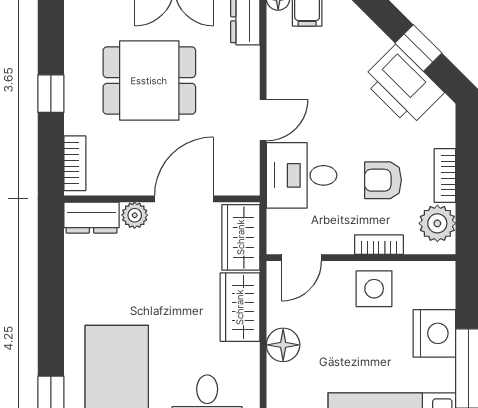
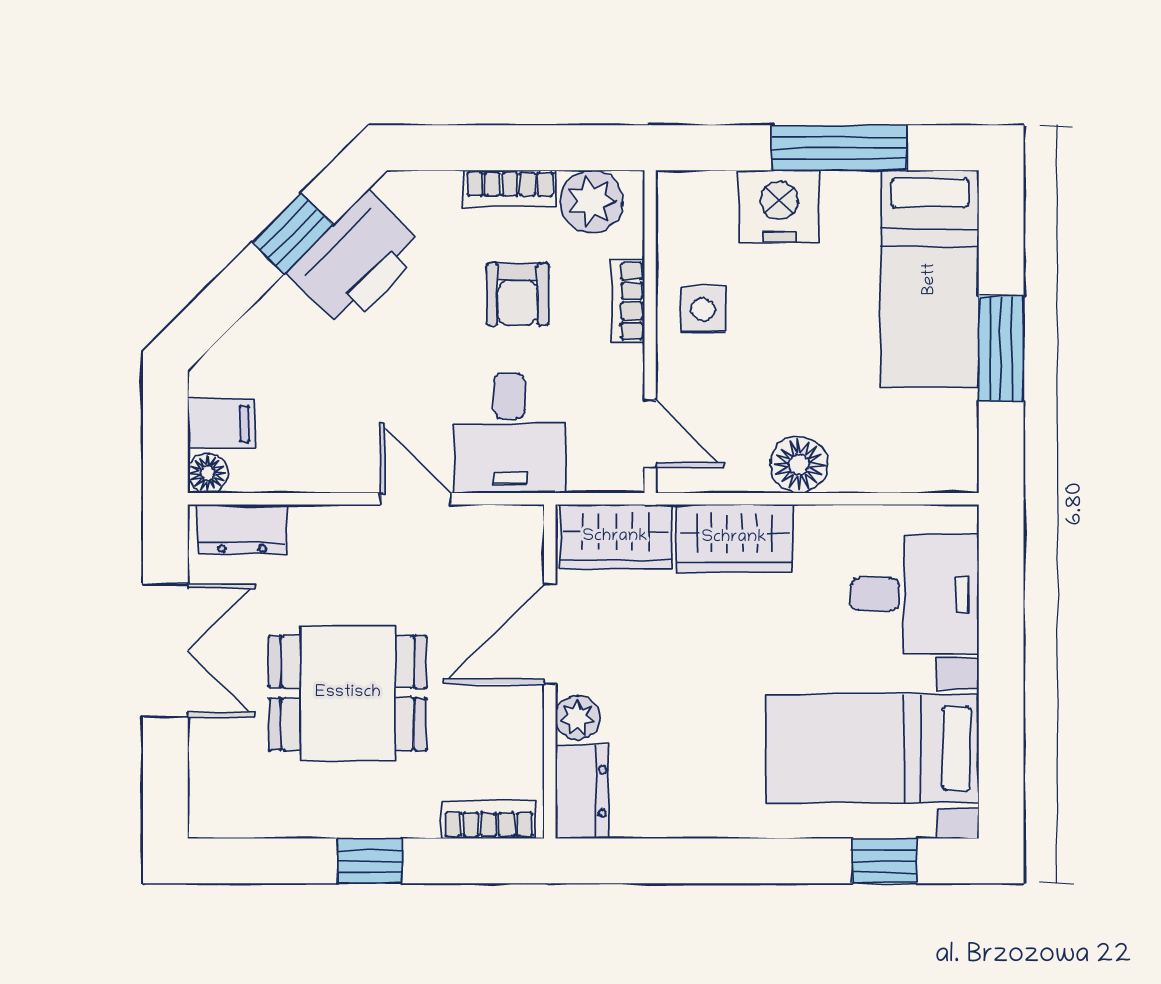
dining table: (149, 81) -> (348, 693), turned 90
door: (184, 199) -> (550, 634), hinge flipped
side table: (374, 289) -> (703, 309), width x0.73, depth x0.73

